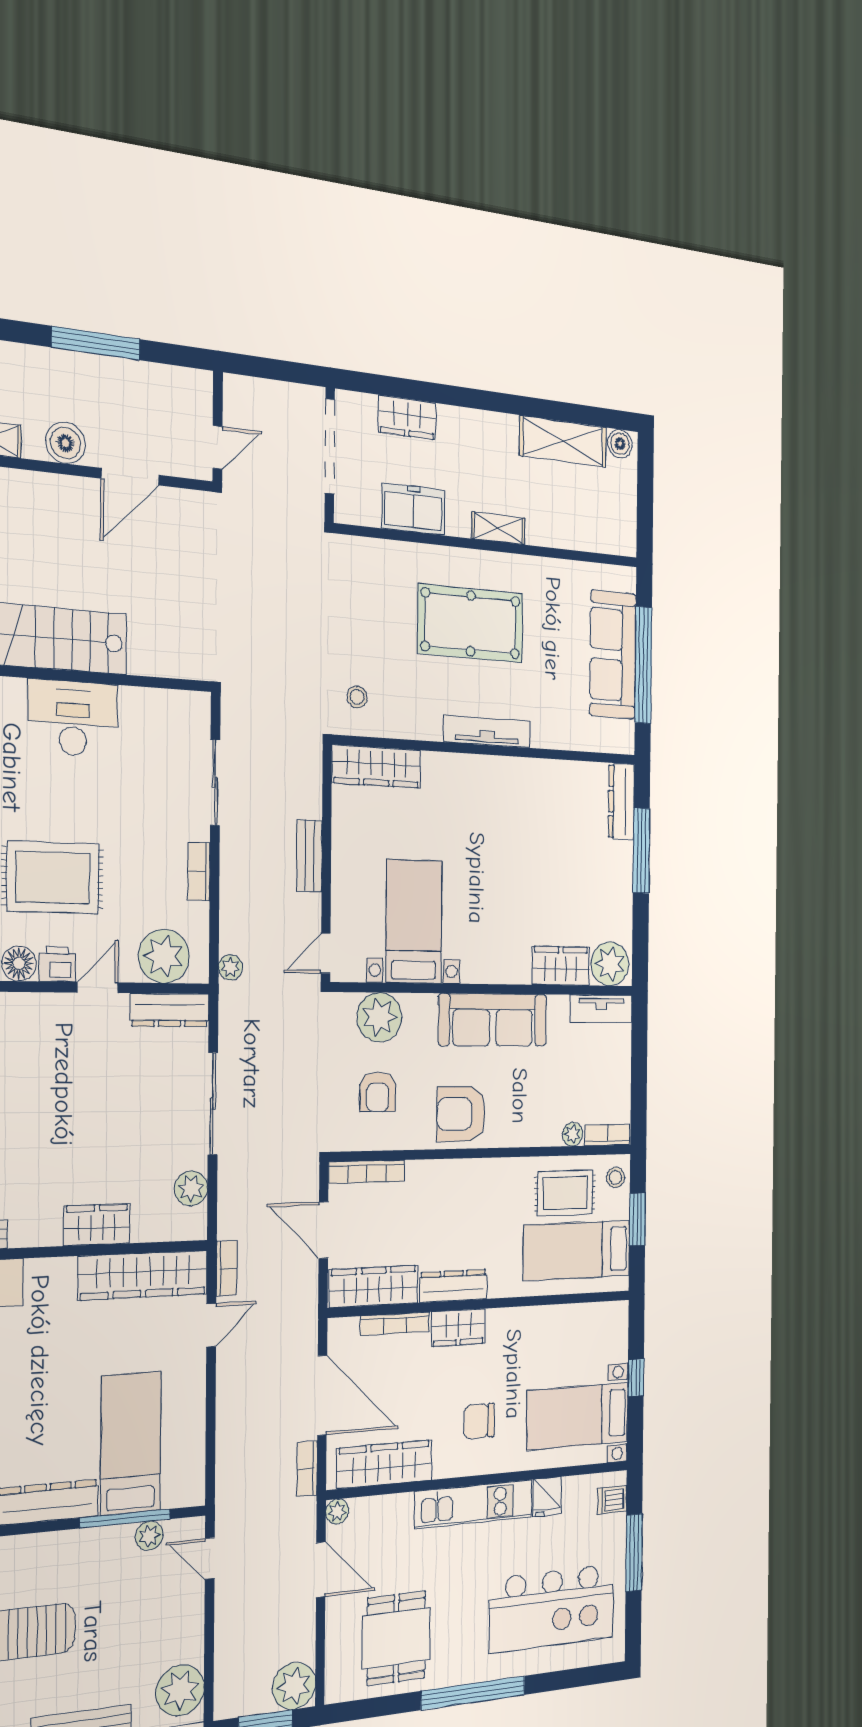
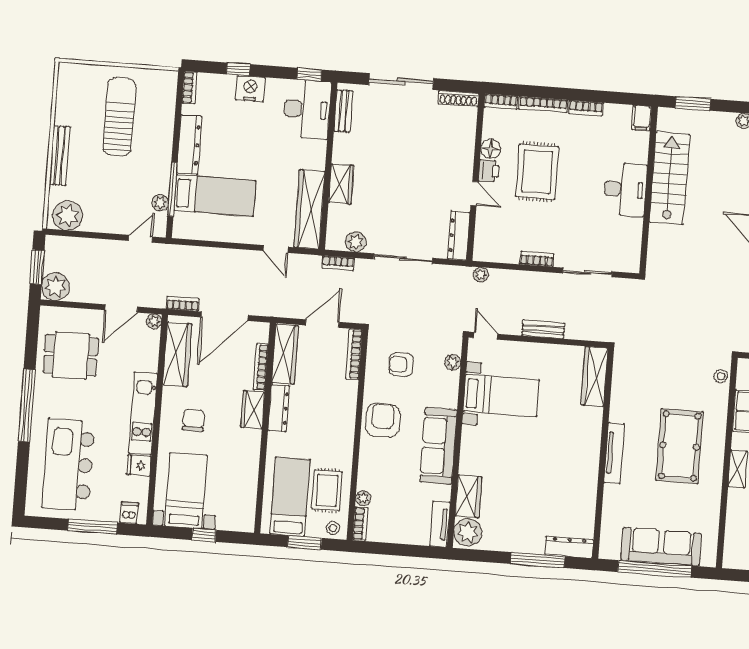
stool: (357, 697) -> (721, 376), moved
plant: (164, 956) -> (490, 234), removed
plant: (379, 1017) -> (453, 362), width x0.53, depth x0.53
bookcase: (227, 1268) -> (338, 263), moved

